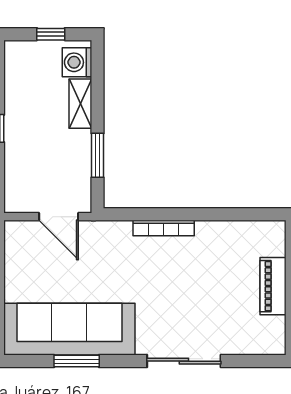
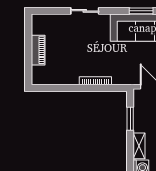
sliding door: (184, 361) -> (85, 11), width x0.73

